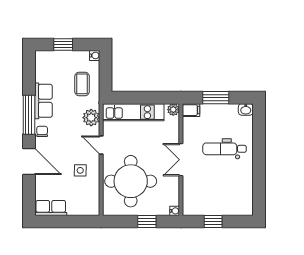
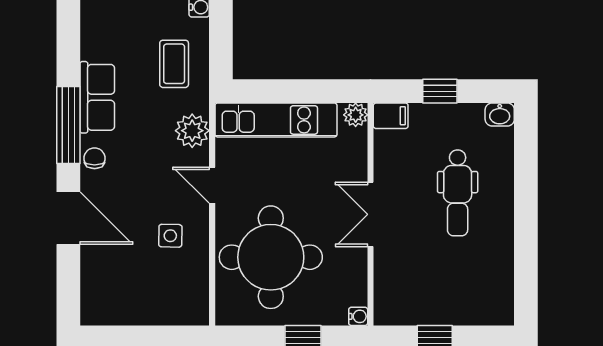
window: (216, 98) -> (440, 91), width x0.67
dental chair: (225, 149) -> (458, 193), turned -90
row of seats: (51, 208) -> (112, 311), removed

